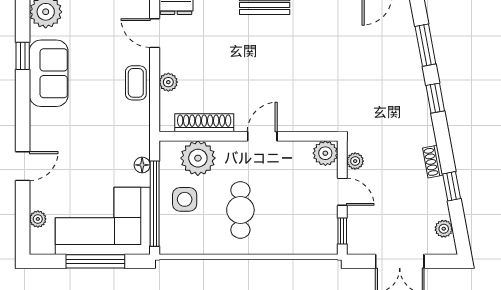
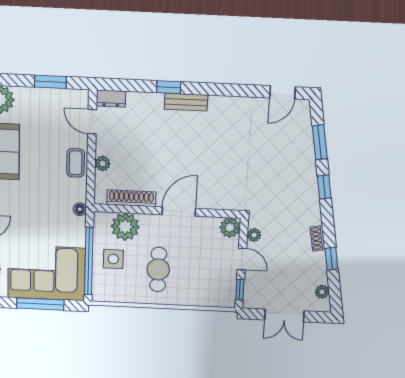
door: (262, 136) -> (179, 211), width x1.38
floor lamp: (142, 165) -> (80, 209), moved

